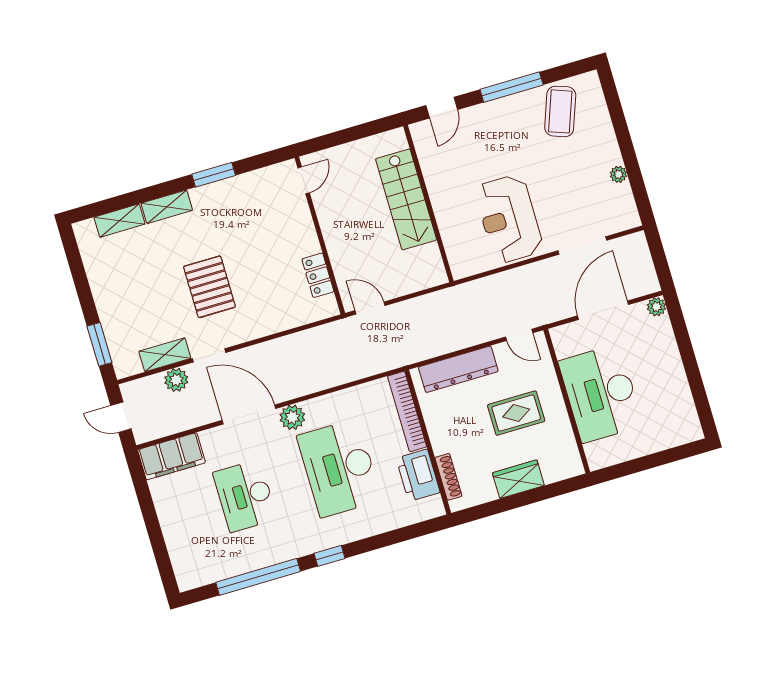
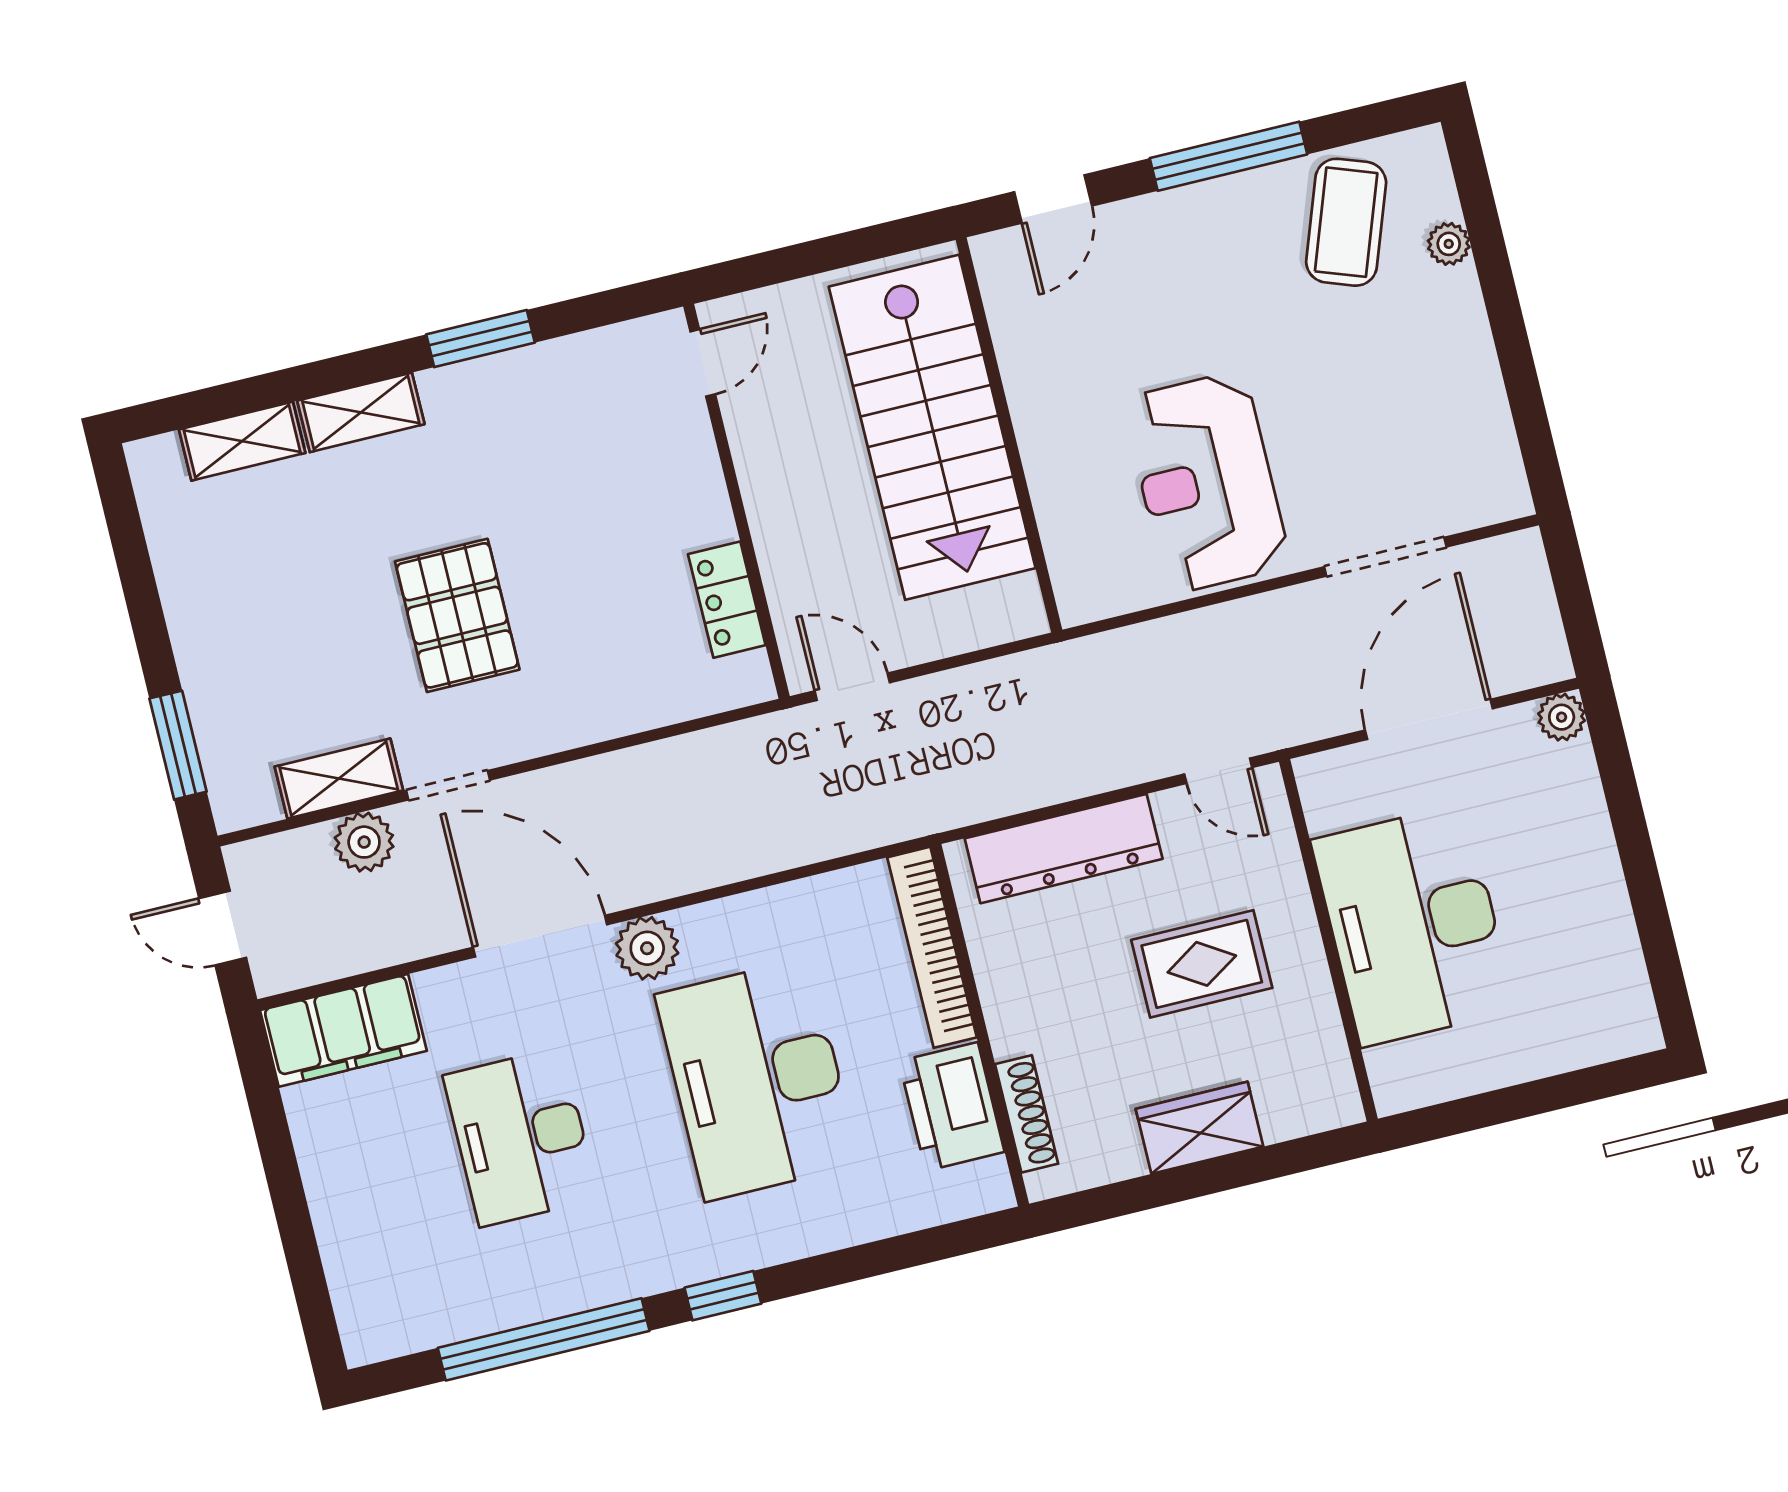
plant: (619, 174) -> (1449, 244), moved
stairs: (406, 199) -> (932, 427), width x1.36, depth x1.51

